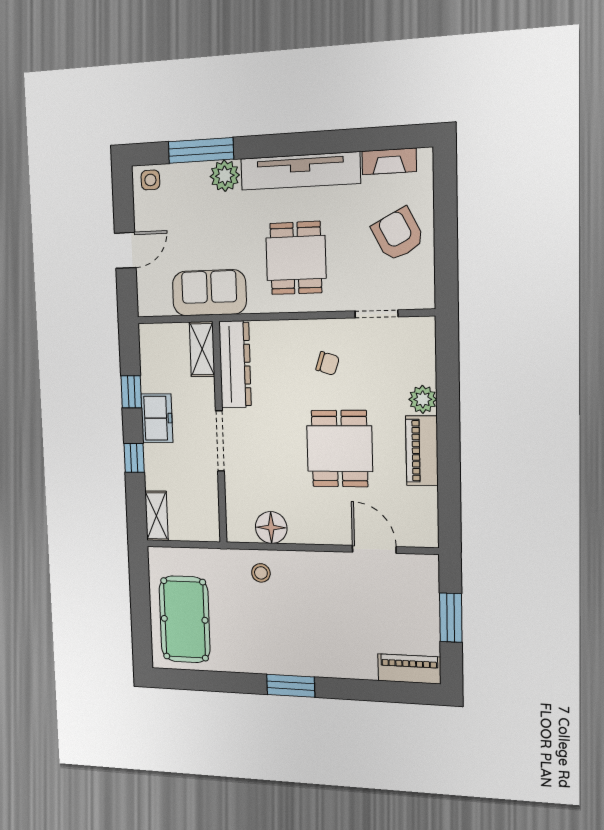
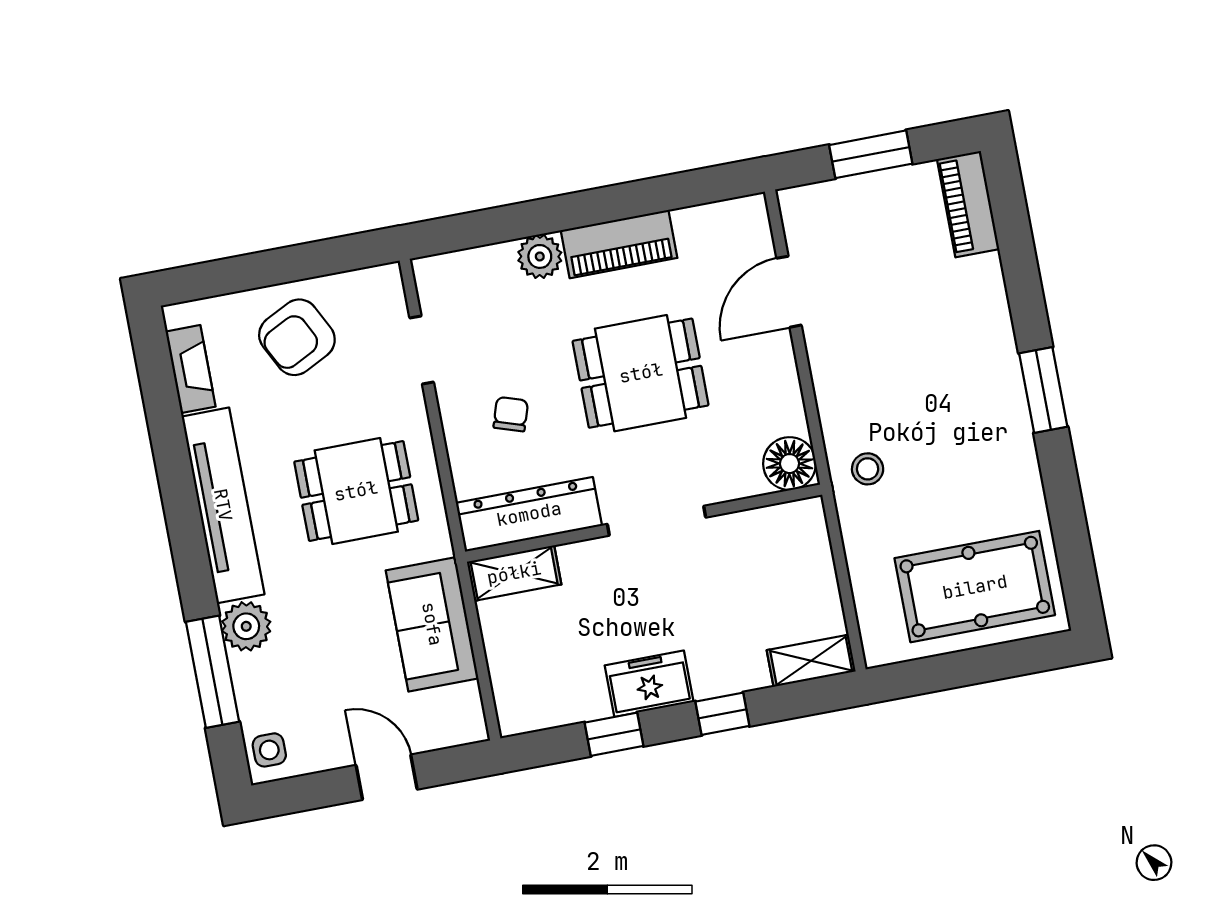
shelving: (202, 349) -> (514, 573), moved
dresser: (235, 364) -> (529, 514), moved
wall: (220, 433) -> (644, 523), moved
doorway: (220, 441) -> (656, 521), moved

